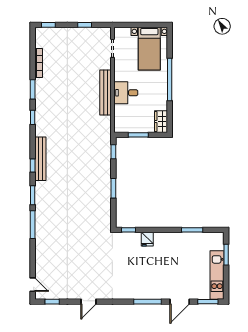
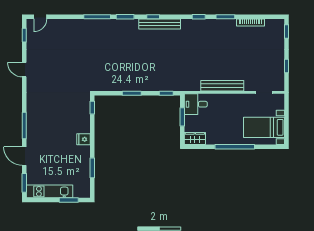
desk: (126, 93) -> (196, 104), moved, turned -90
fridge: (147, 239) -> (83, 139), moved

